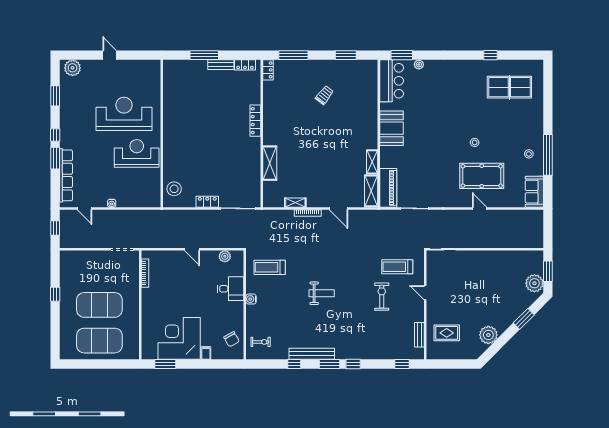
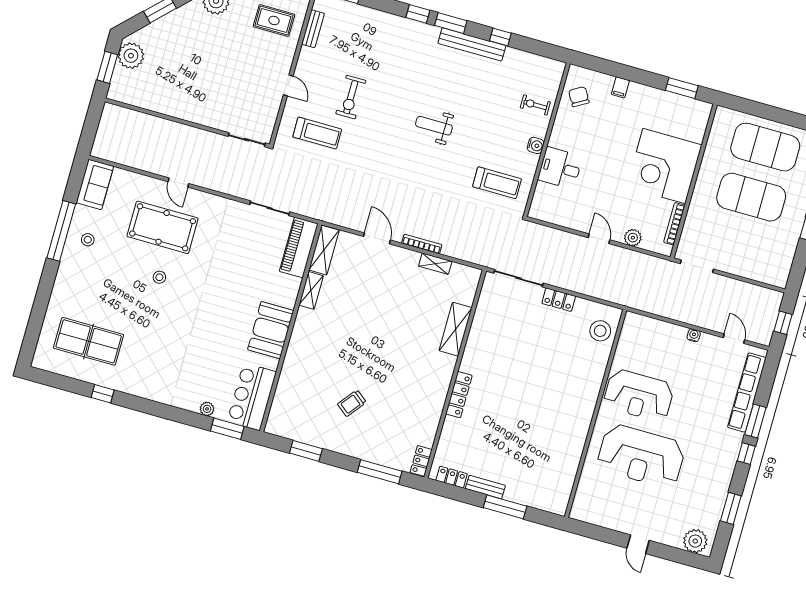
plant: (225, 256) -> (633, 238), moved
corner desk: (179, 338) -> (664, 166), moved, turned 90
exercise bike: (261, 342) -> (535, 105), moved

